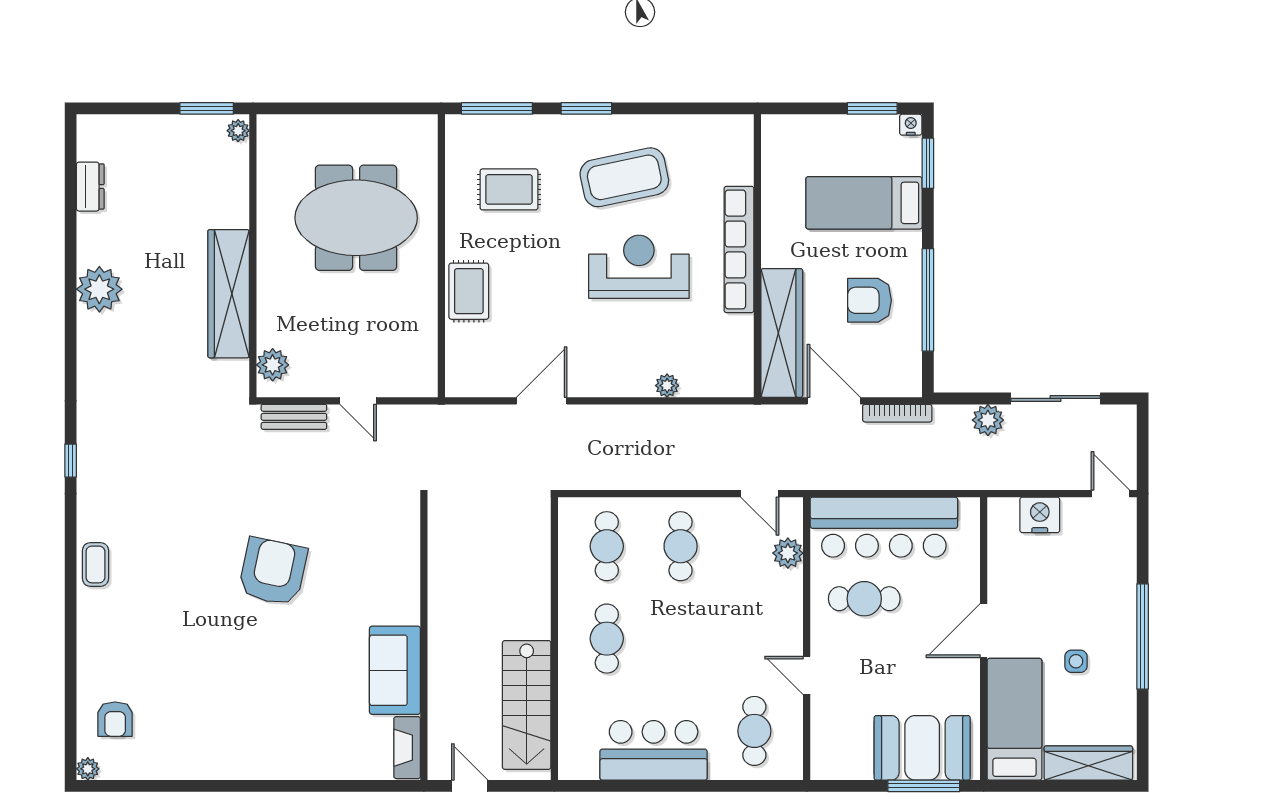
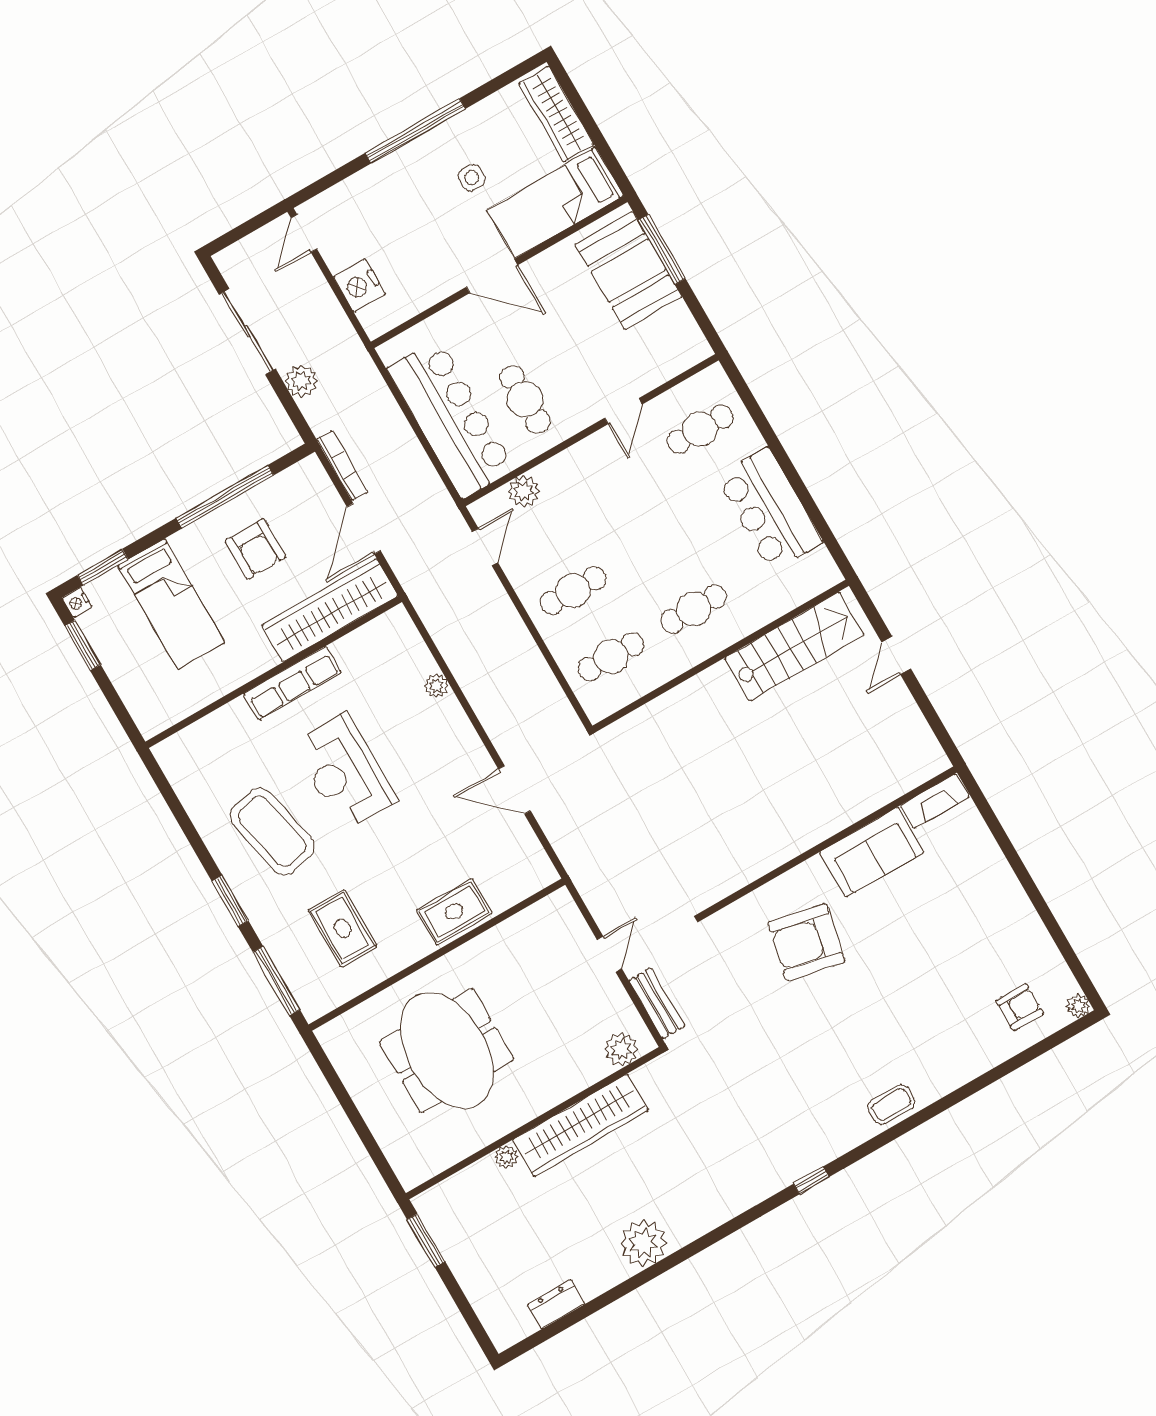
plant: (238, 131) -> (506, 1157), moved
row of seats: (739, 249) -> (293, 683), width x0.73
wall: (424, 639) -> (829, 843), moved
sofa: (395, 670) -> (872, 852), moved
fireplace: (407, 748) -> (935, 801), moved

